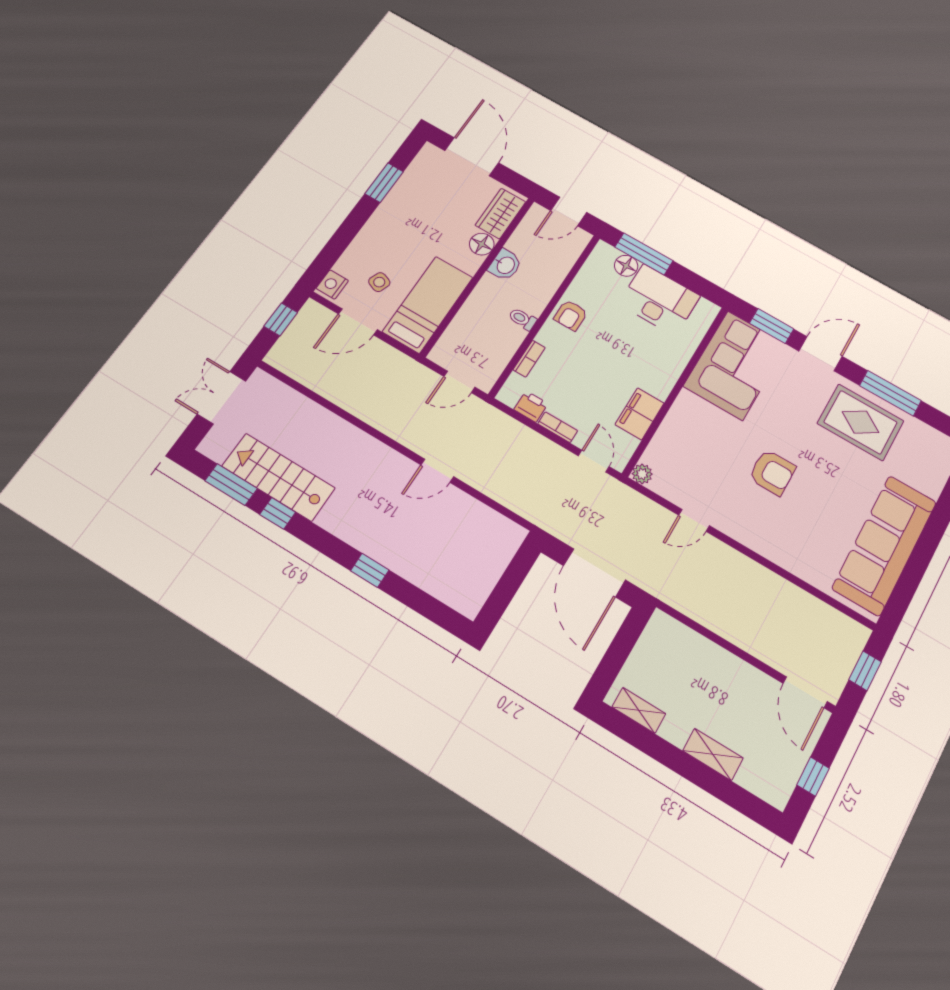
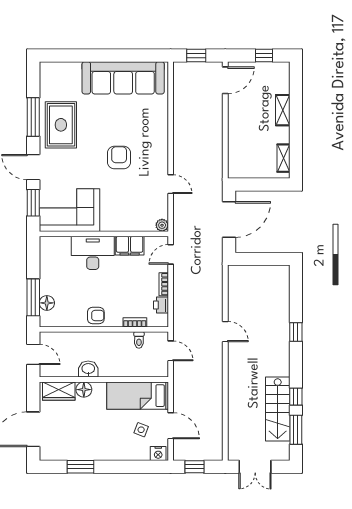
desk: (659, 300) -> (93, 253), moved, turned 90
toilet: (523, 319) -> (139, 340), moved

